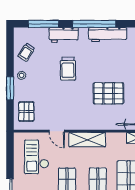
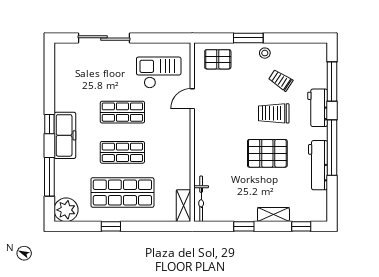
trolley: (26, 52) -> (281, 80), moved
pallet: (108, 93) -> (267, 153), moved, turned 90
shelving: (87, 140) -> (181, 138), removed

